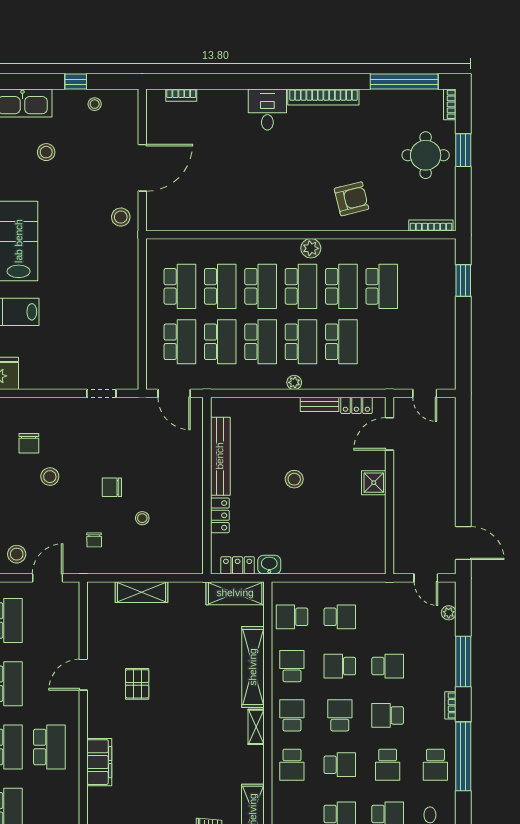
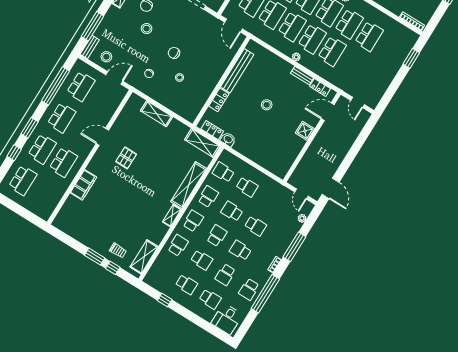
school desk: (292, 765) -> (178, 245), turned 180

